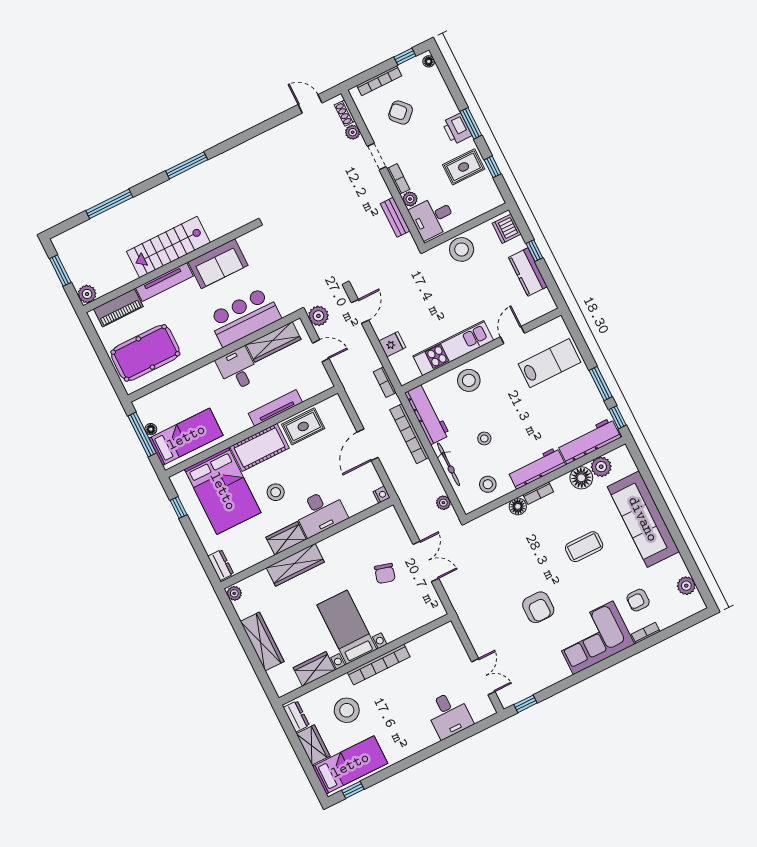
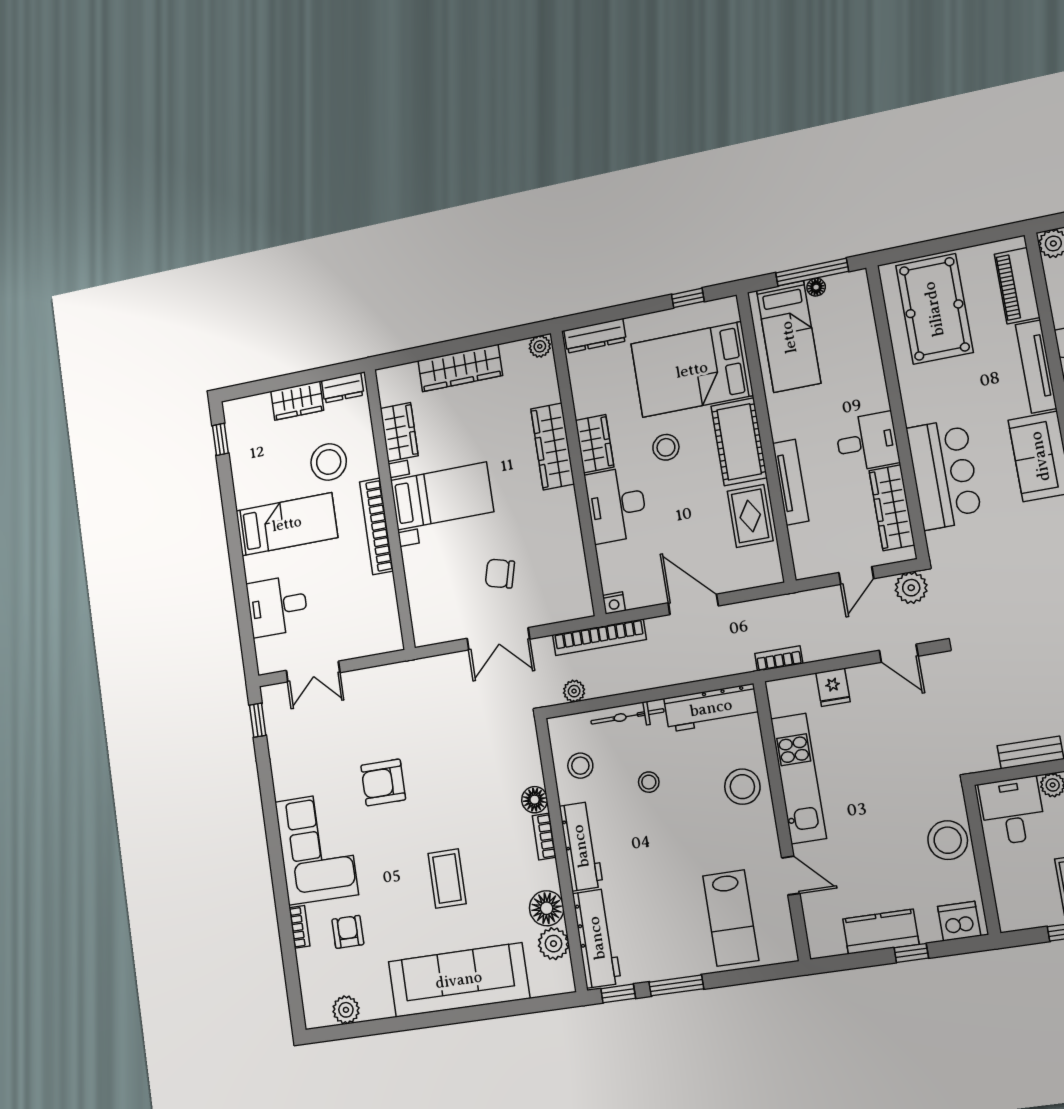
bookcase: (409, 434) -> (599, 637), moved, turned 180
dresser: (221, 565) -> (595, 336), width x1.44
bed: (350, 765) -> (287, 524), moved, turned -90

